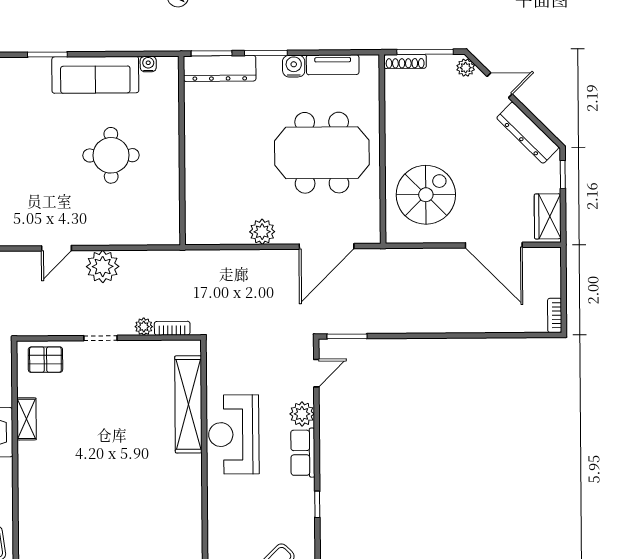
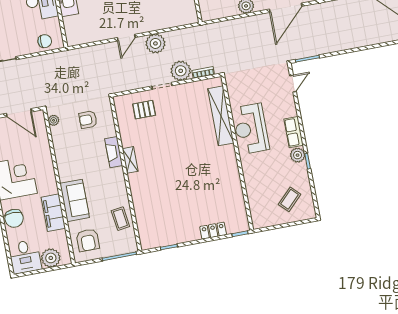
plant: (144, 327) -> (181, 71), width x1.88, depth x1.88
pallet: (45, 360) -> (144, 110), moved
plant: (302, 414) -> (298, 155), moved
shelving: (26, 419) -> (130, 160), moved

